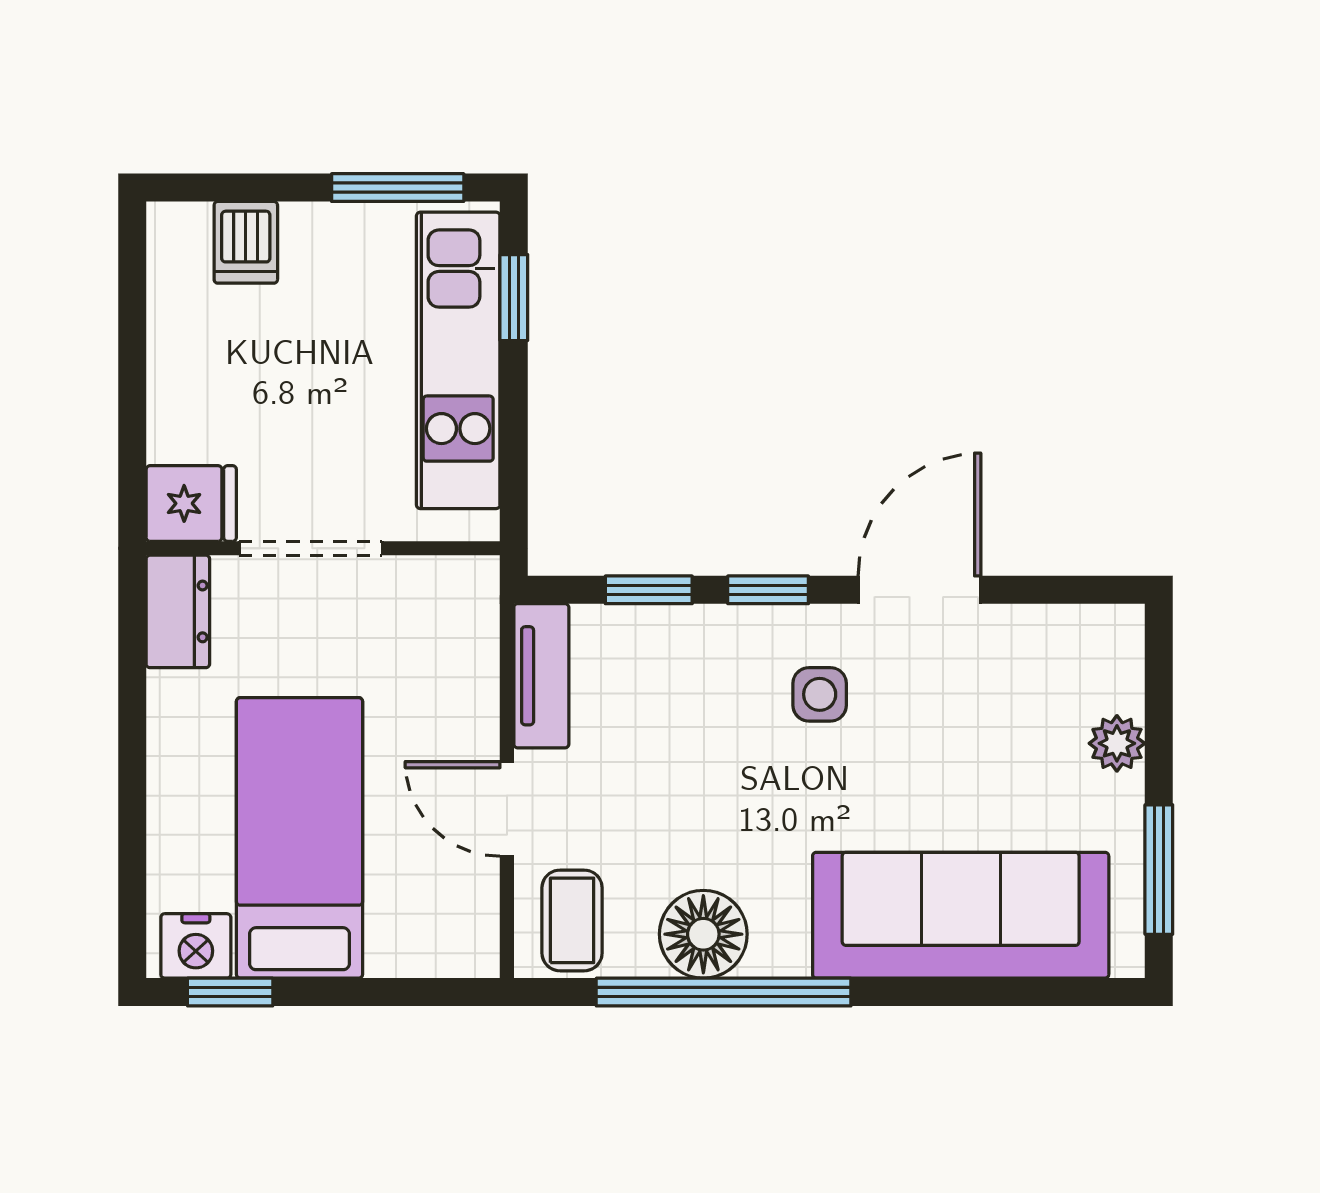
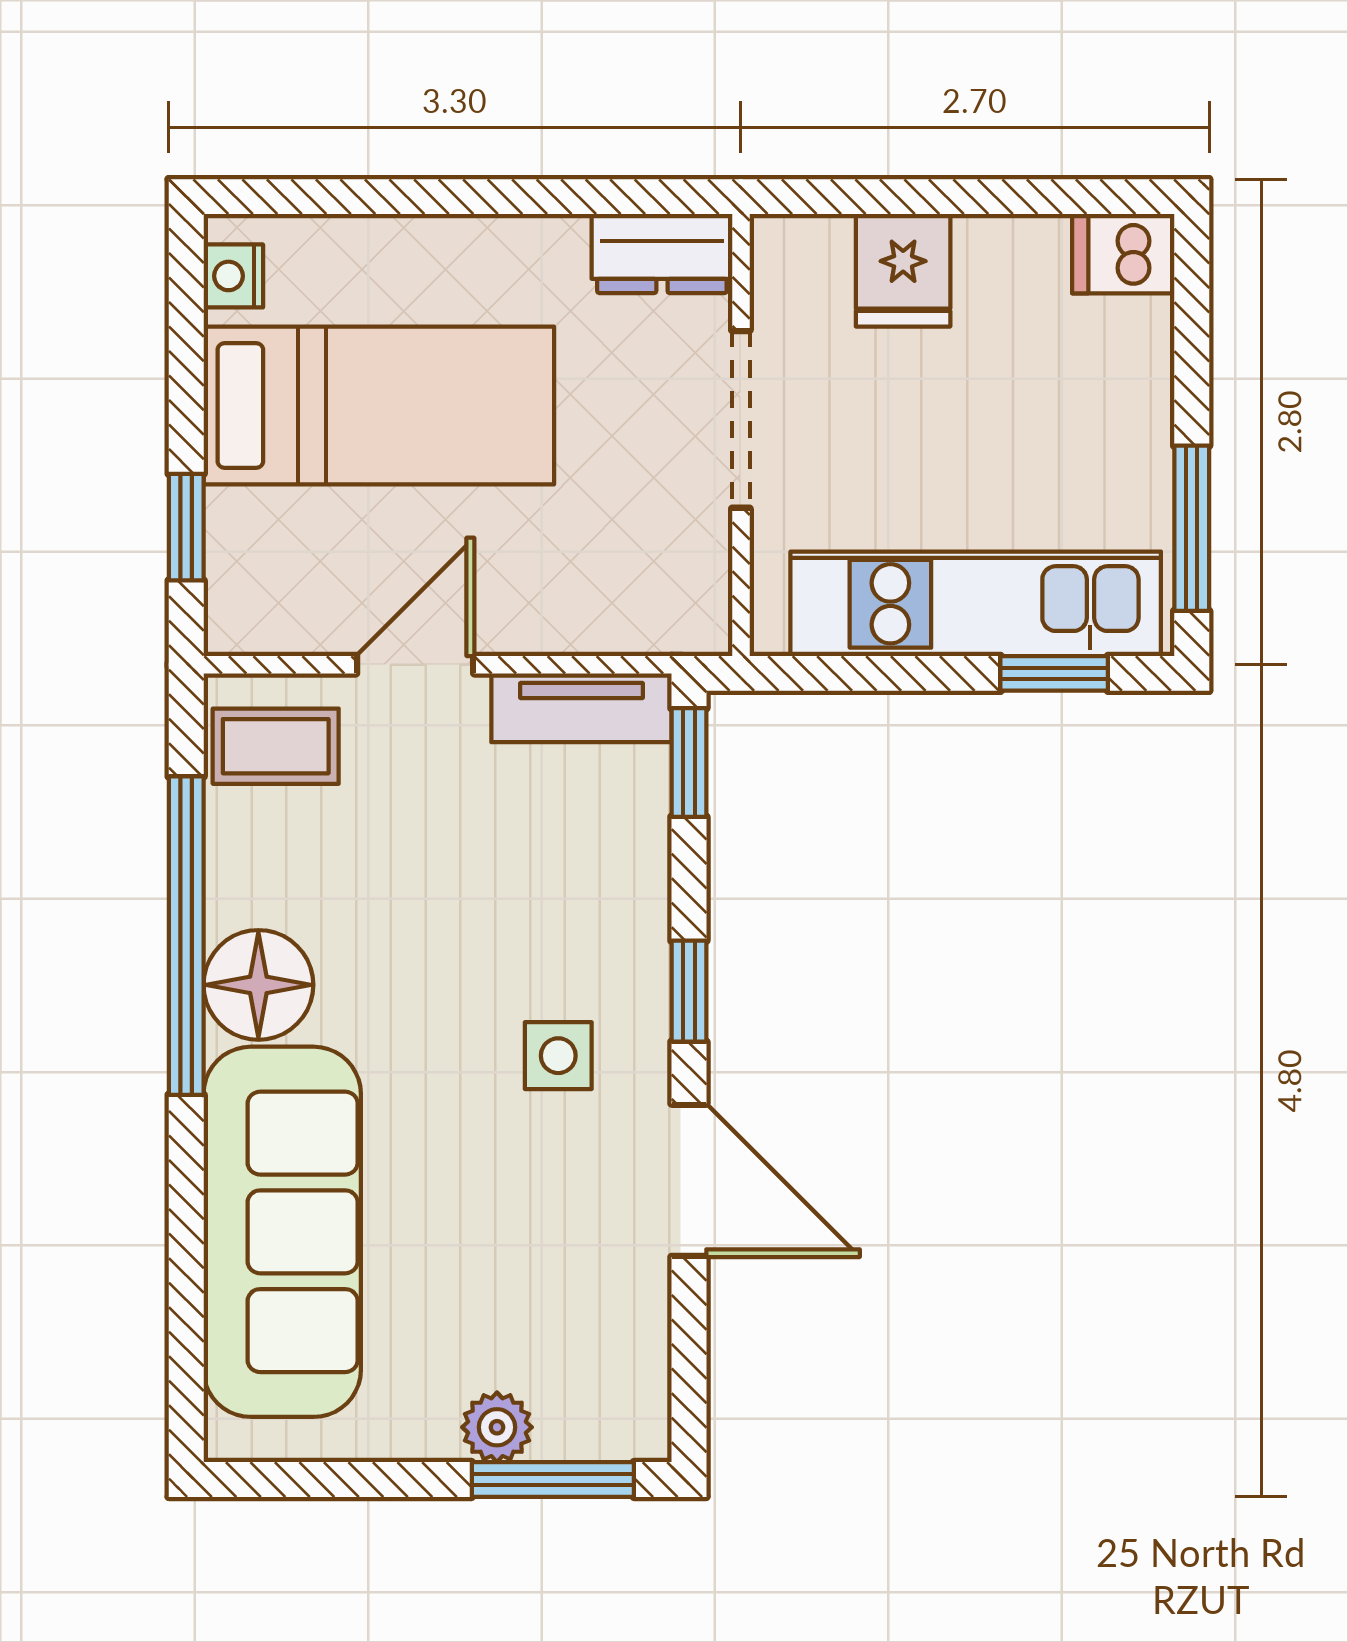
dishwasher: (246, 242) -> (1123, 254), moved
fridge: (191, 503) -> (903, 270), moved
window: (649, 590) -> (689, 762), moved
window: (1159, 870) -> (553, 1479), moved
floor lamp: (703, 934) -> (258, 985), moved
nightstand: (196, 946) -> (233, 276), width x0.72, depth x0.74
window: (230, 992) -> (186, 527), moved

